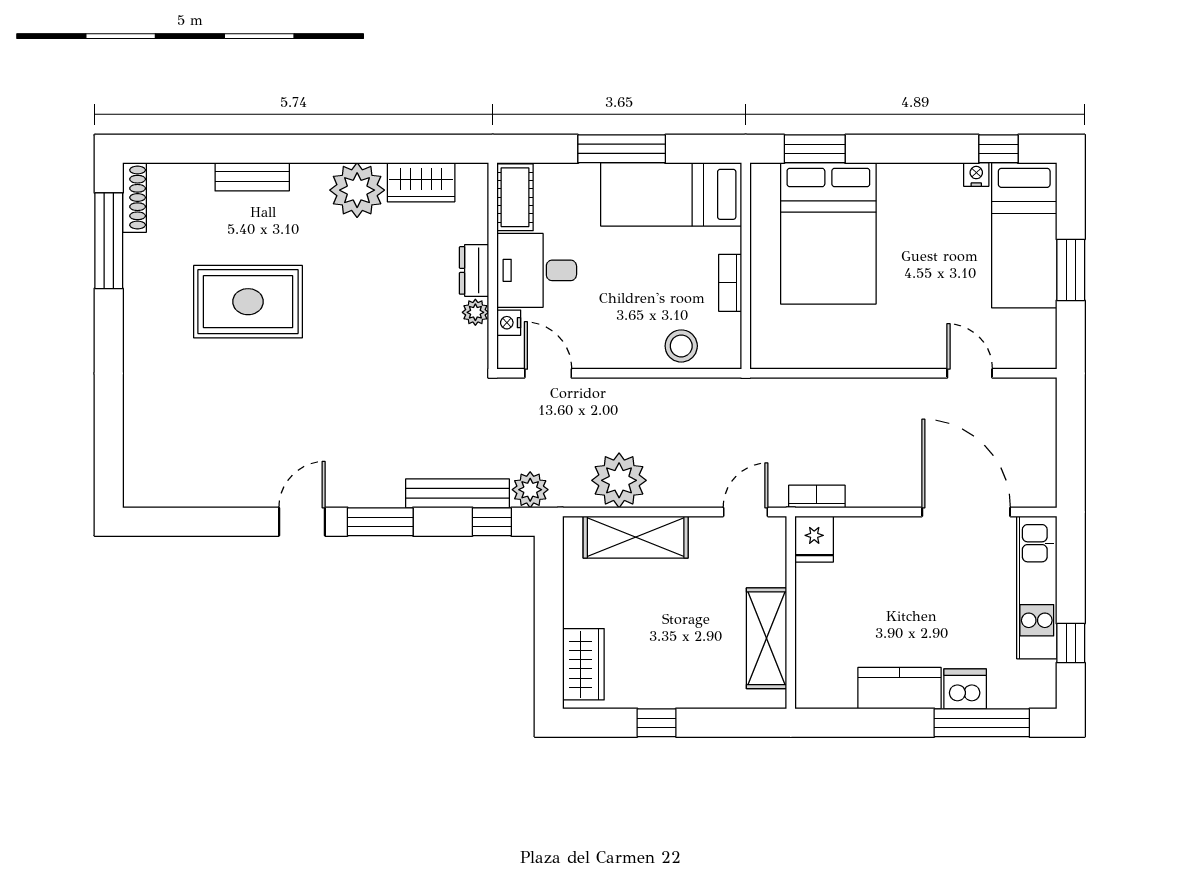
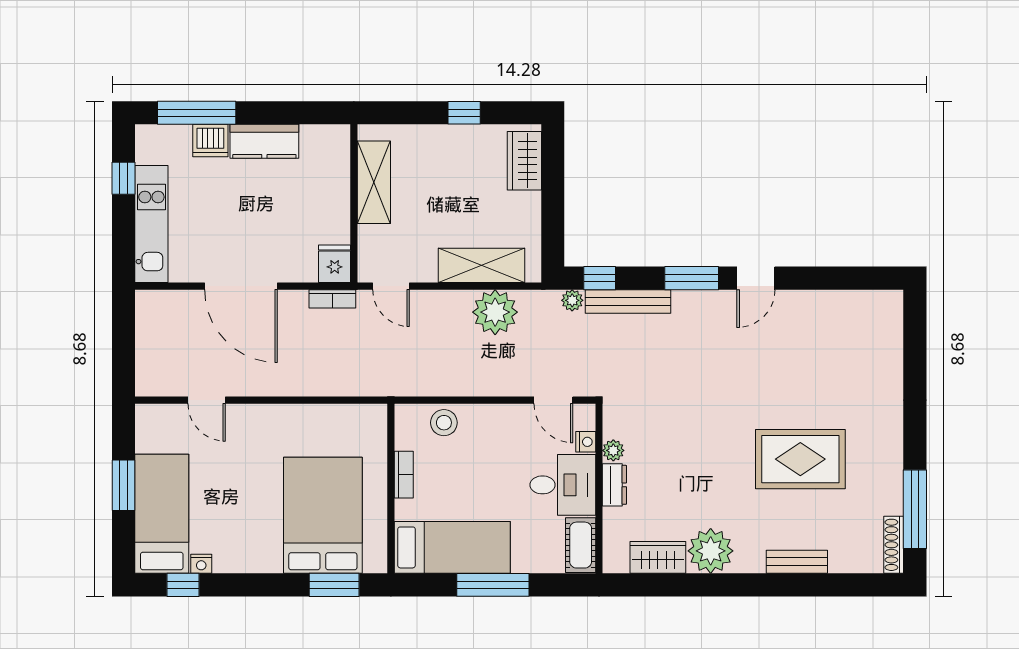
plant: (530, 490) -> (572, 300), width x0.73, depth x0.73
door: (746, 512) -> (391, 286), hinge flipped
door: (966, 512) -> (241, 286), moved

